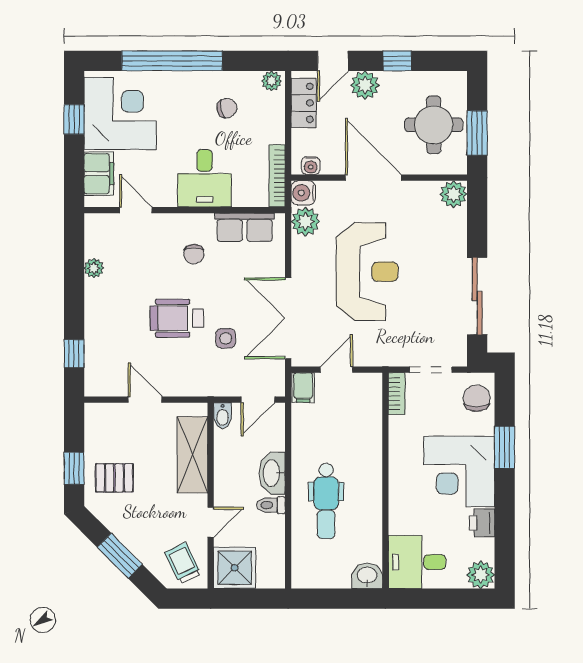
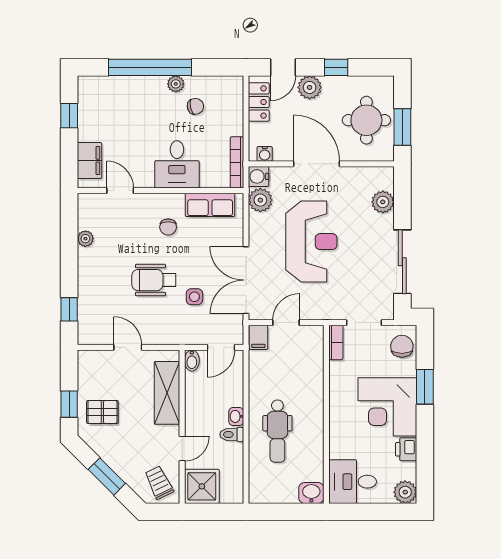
plant: (272, 81) -> (176, 84), moved
corner desk: (120, 114) -> (107, 111), removed
plant: (454, 194) -> (383, 202), moved
washbasin: (272, 473) -> (236, 416), width x0.52, depth x0.69

